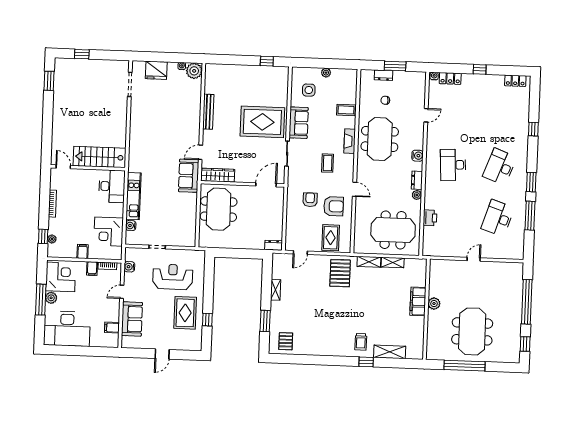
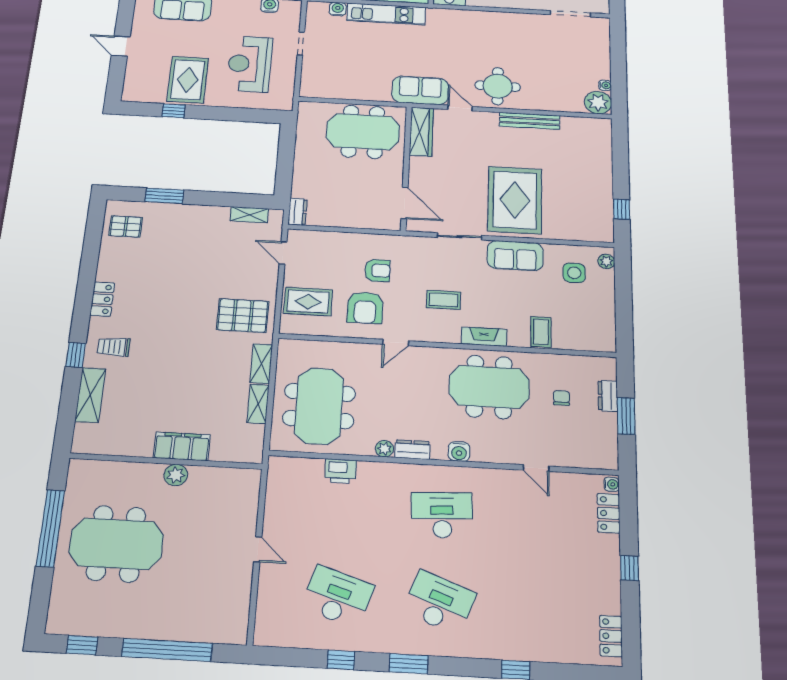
fridge: (156, 70) -> (596, 50), removed
plant: (326, 73) -> (606, 261), moved
round table: (184, 130) -> (498, 86), added
window: (530, 216) -> (341, 660), width x0.46
reception desk: (173, 277) -> (250, 64), turned 180
shelving: (276, 290) -> (249, 215), moved
rug: (185, 313) -> (188, 80), turned 90
locker: (332, 350) -> (102, 299), added

